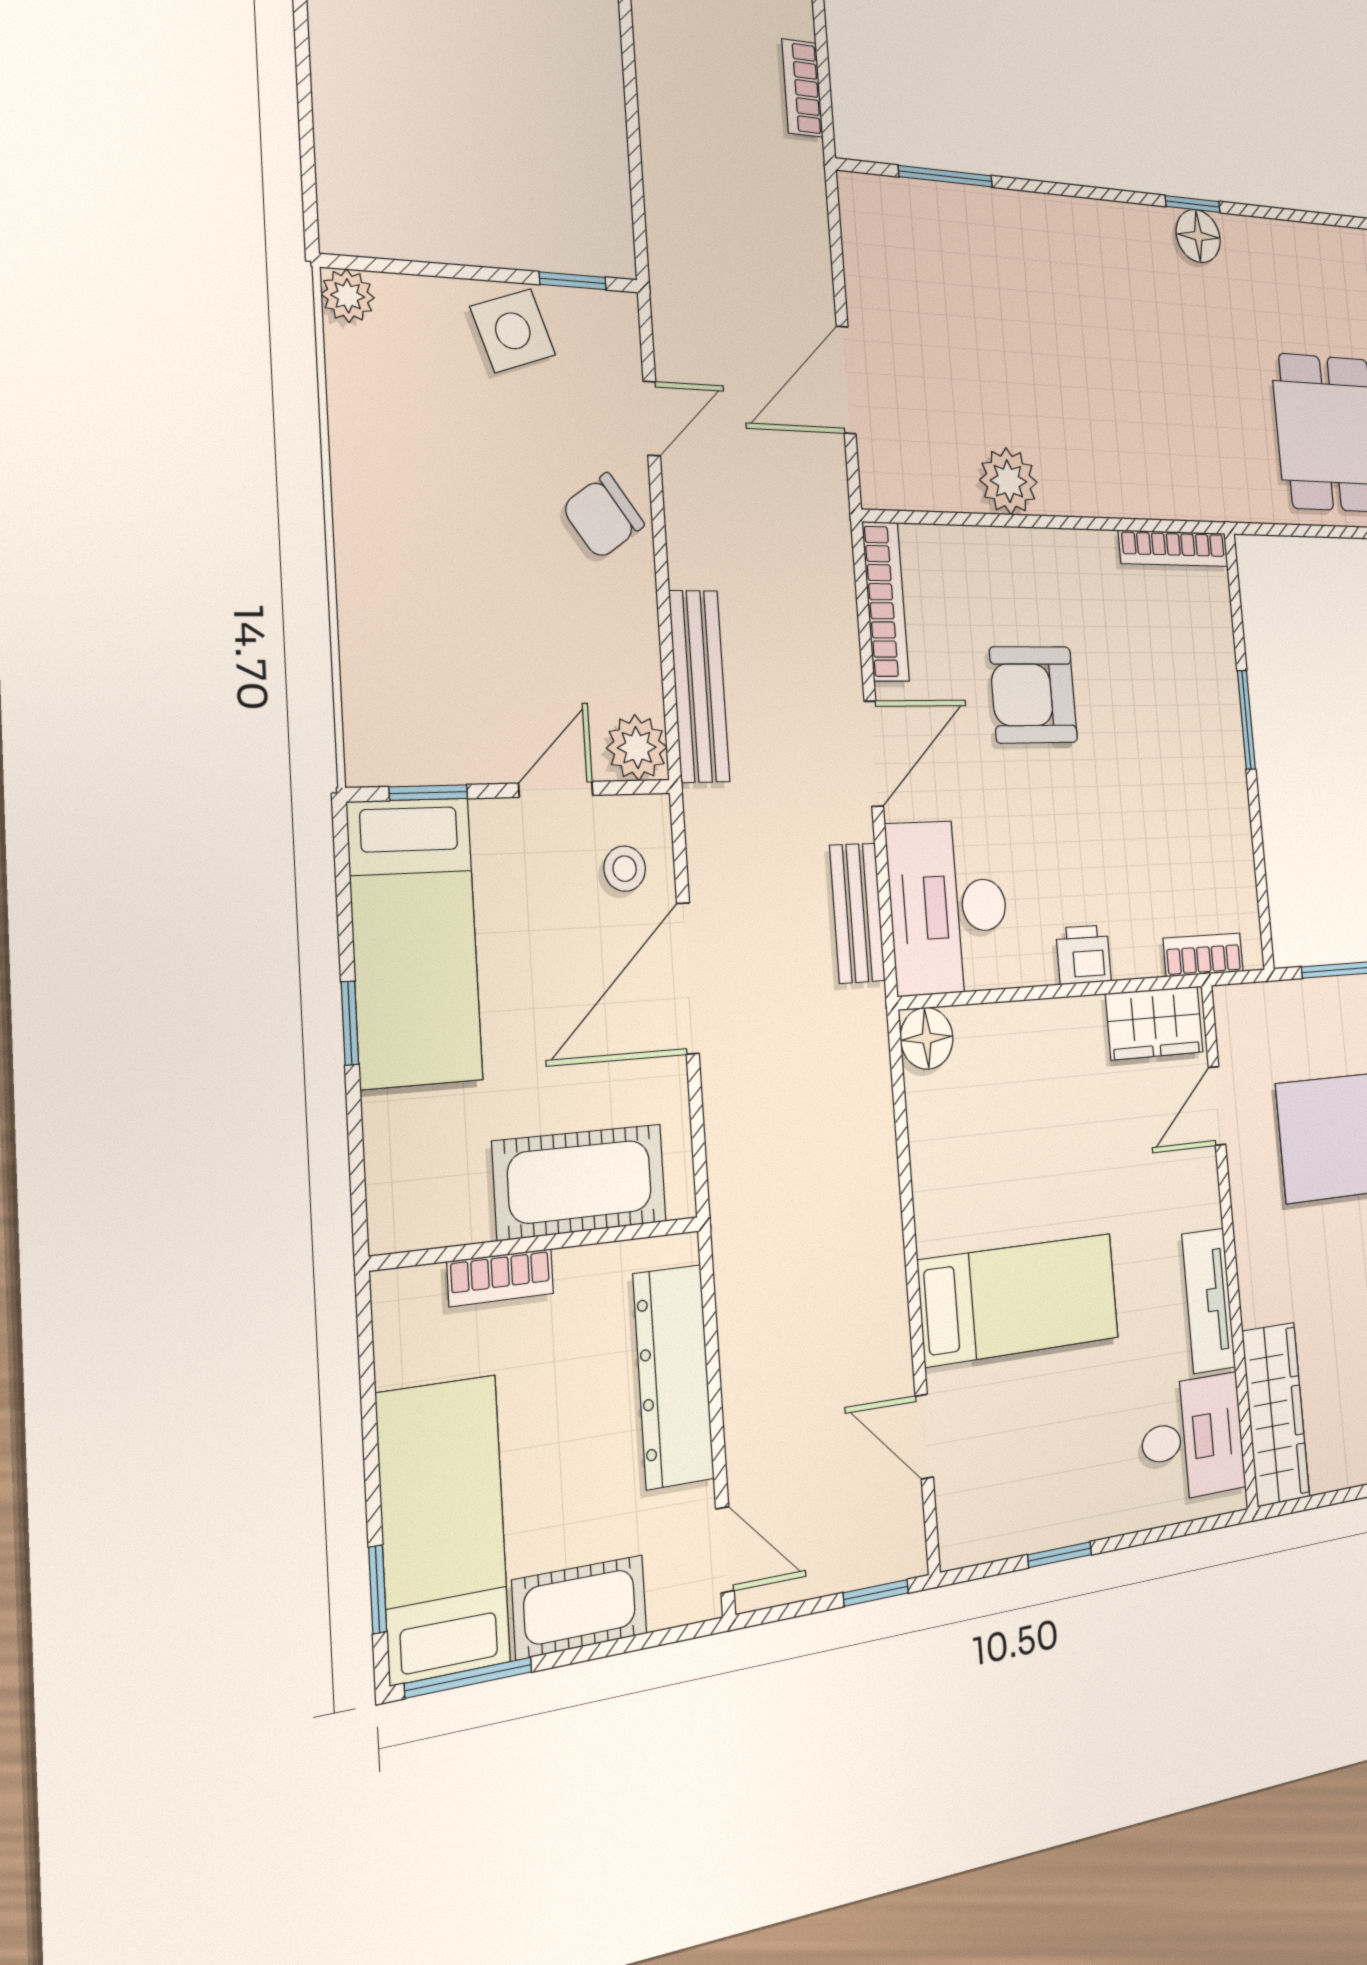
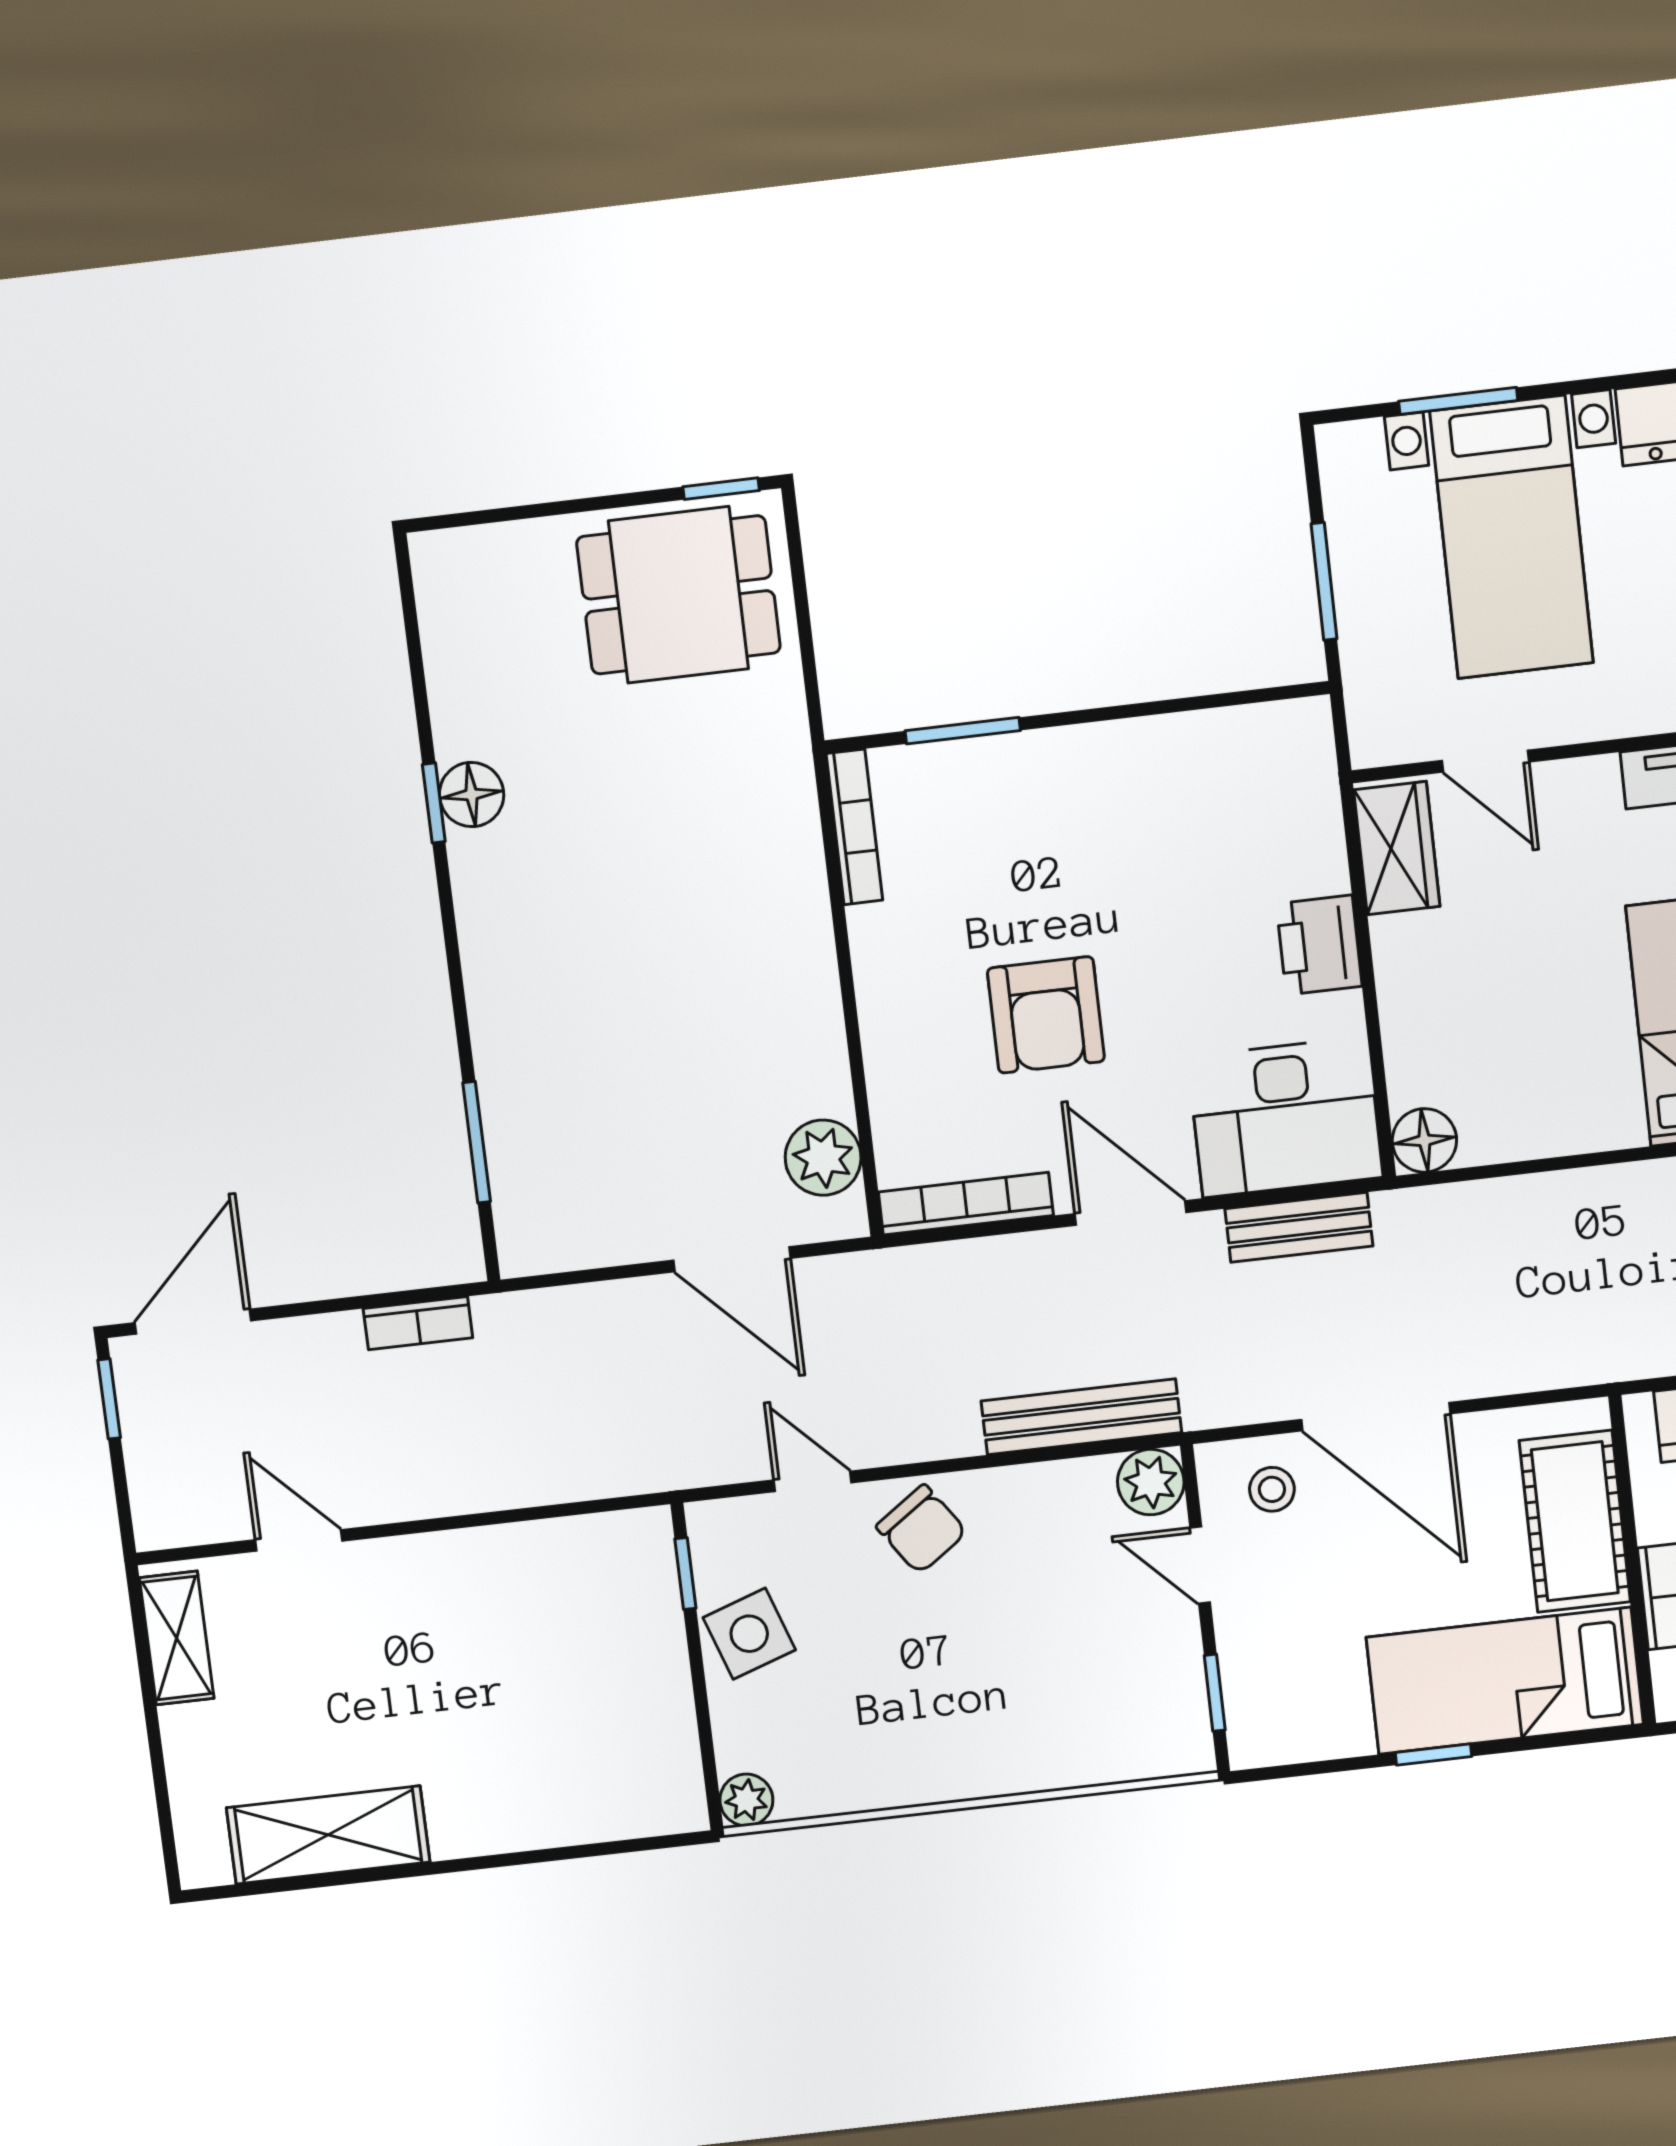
plant: (1008, 481) -> (823, 1158), moved
window: (1246, 720) -> (963, 731), moved
bed: (415, 941) -> (1505, 1681), moved, turned 180
printer: (1084, 955) -> (1319, 945), width x1.36, depth x1.24
bookcase: (1203, 955) -> (1318, 781), removed

